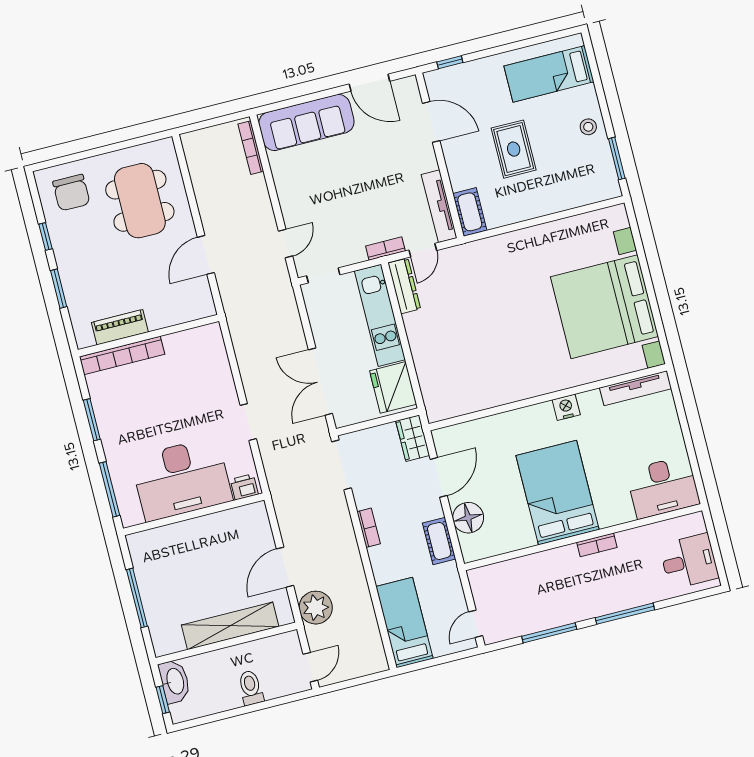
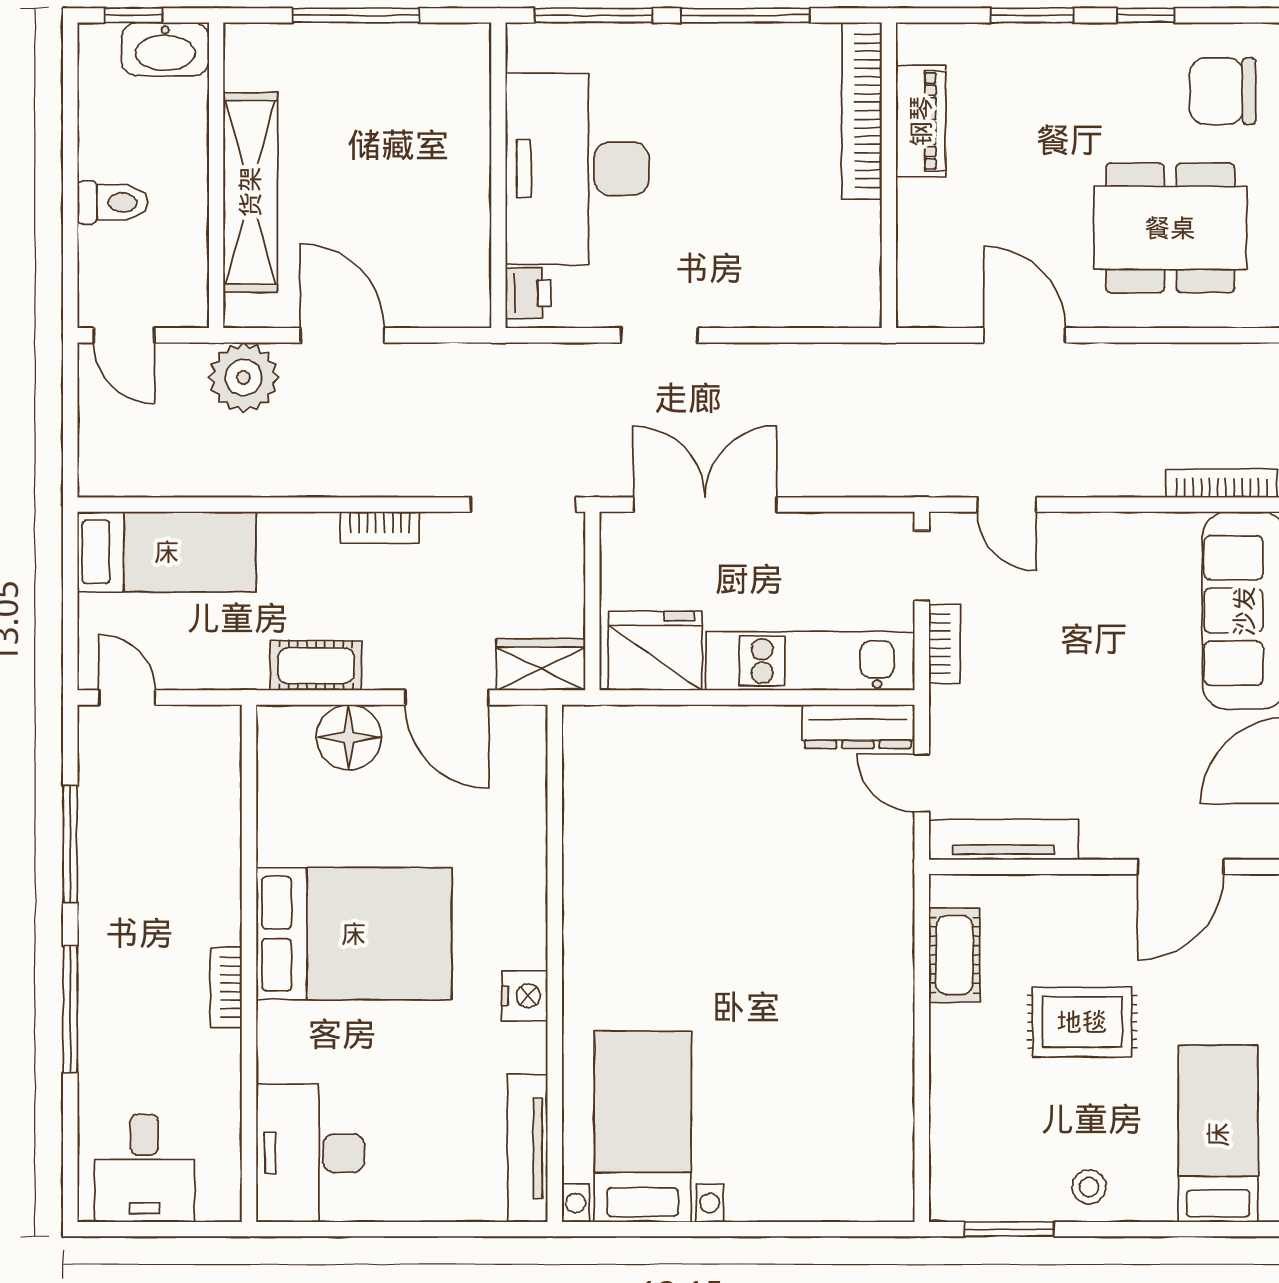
cot: (470, 212) -> (954, 955), moved, turned 90
bookcase: (385, 248) -> (945, 644), moved
bed with nightstands: (604, 307) -> (643, 1127), width x0.54
window: (92, 420) -> (745, 15), width x1.44

